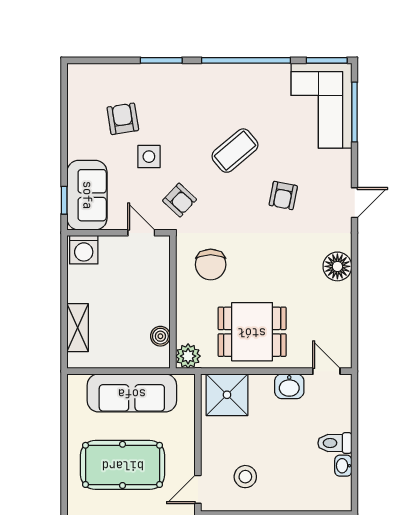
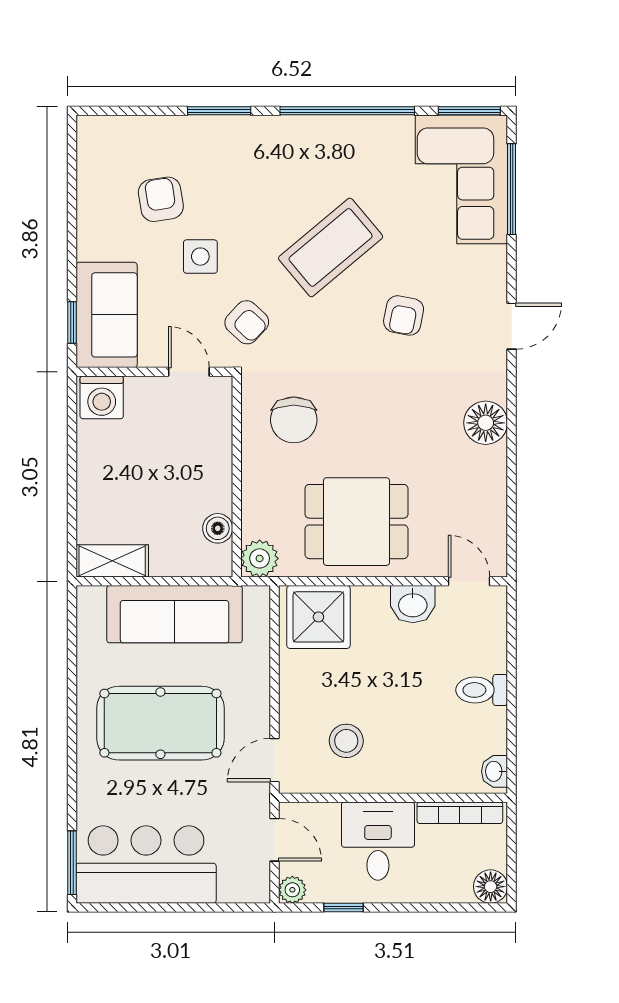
coffee table: (235, 151) -> (331, 247), width x1.36, depth x1.32
shelving: (78, 328) -> (112, 561), moved, turned 90
washbasin: (343, 466) -> (494, 771), moved

